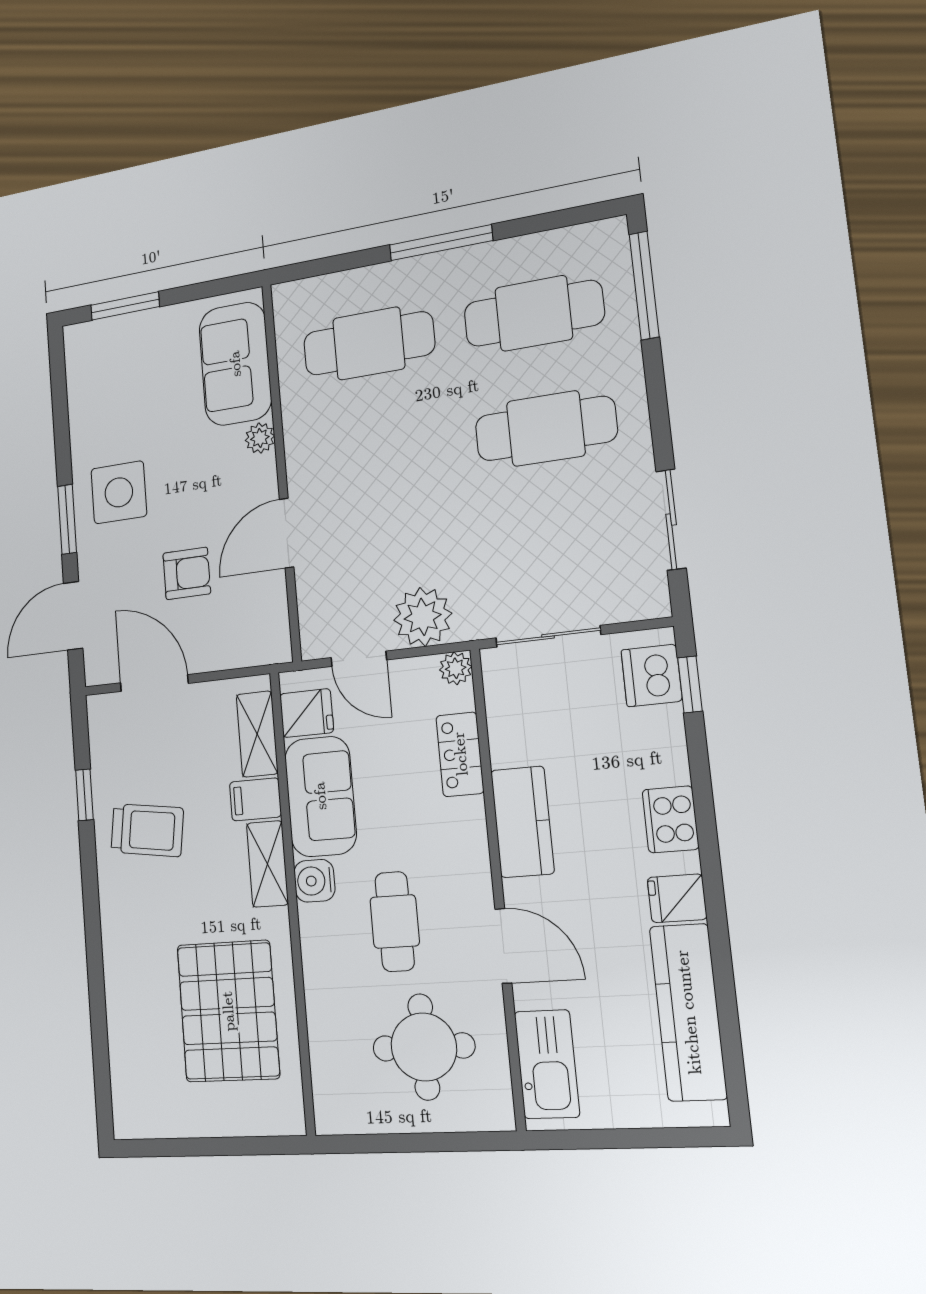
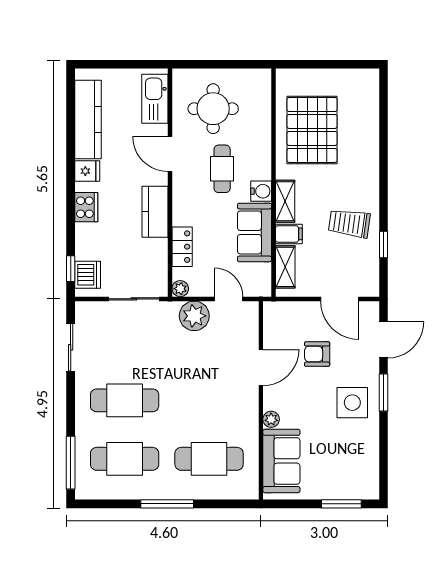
fridge: (307, 713) -> (258, 275), removed

